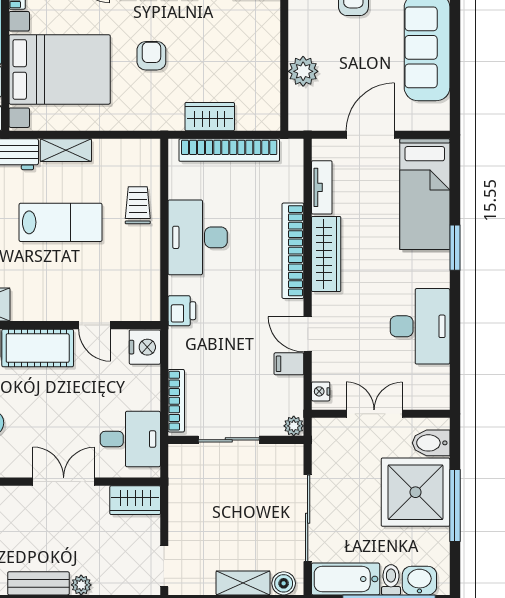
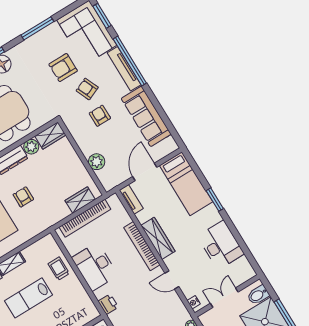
wardrobe: (210, 117) -> (80, 200), moved
tv unit: (322, 187) -> (131, 199), moved
lab bench: (61, 222) -> (28, 298), turned 180
filing cabinet: (289, 364) -> (172, 299), removed

